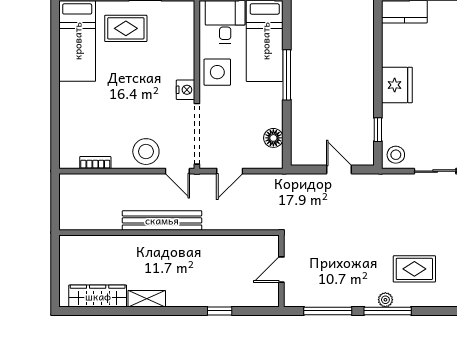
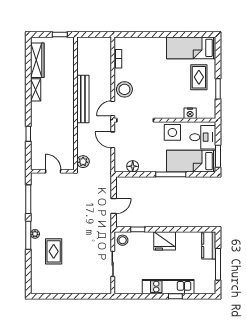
nightstand: (186, 90) -> (190, 113), moved
plant: (266, 220) -> (83, 162), added
window: (55, 259) -> (60, 35), added

